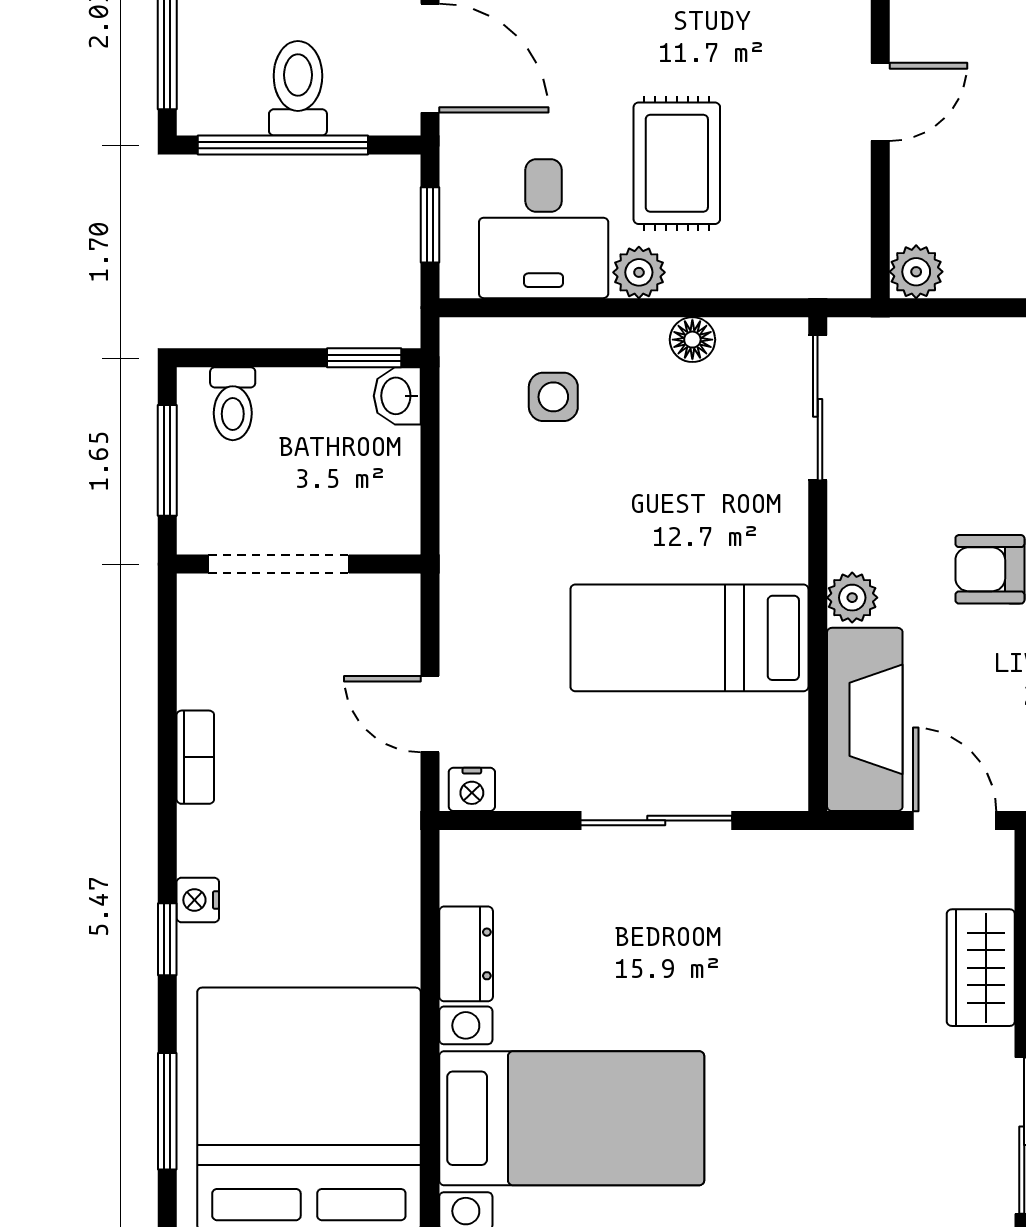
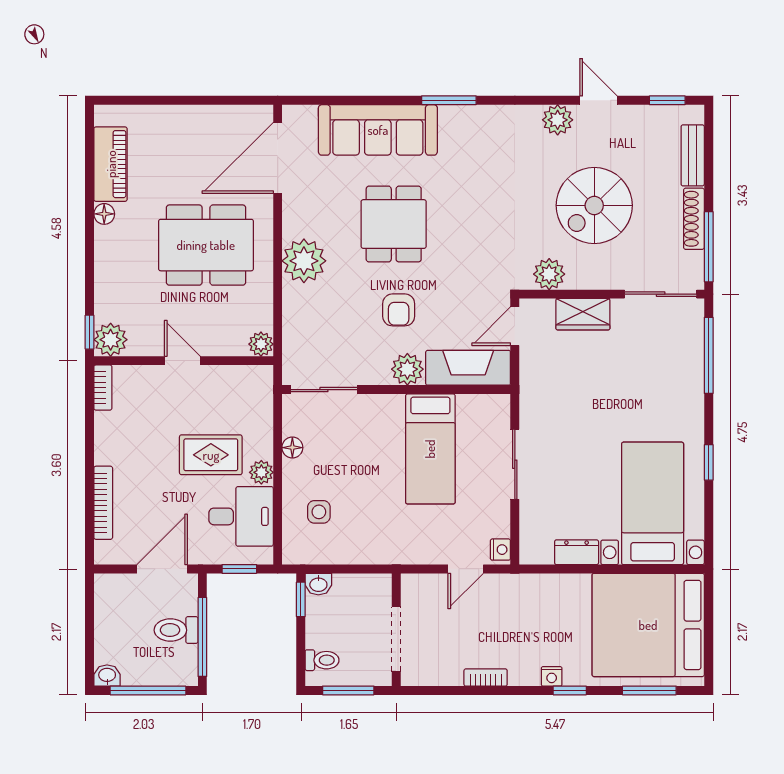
plant: (852, 598) -> (407, 369), width x1.38, depth x1.38

